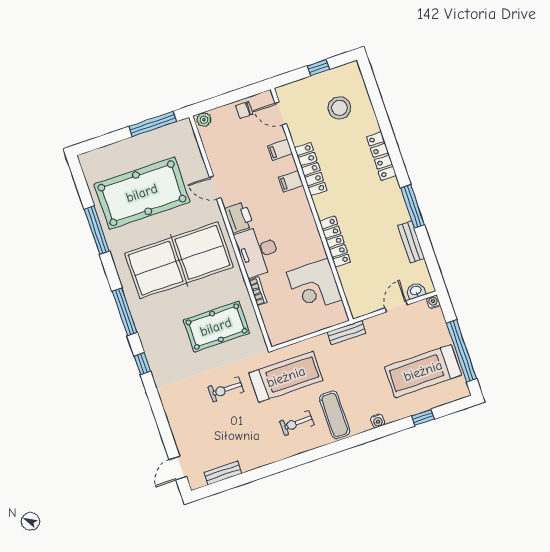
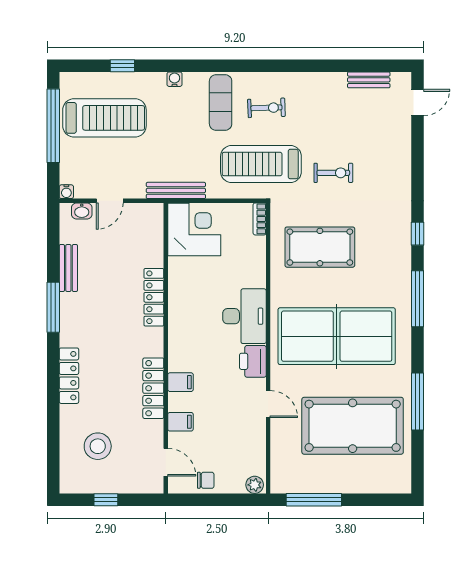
corner desk: (314, 286) -> (194, 229), moved
bookcase: (258, 291) -> (260, 219), moved
bench: (346, 333) -> (176, 190), width x1.36

